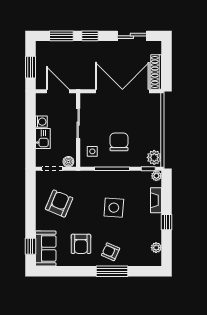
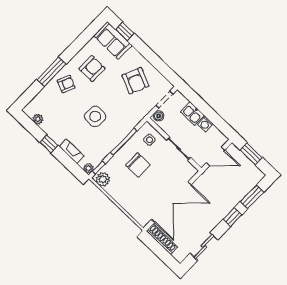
armchair: (81, 244) -> (92, 69), turned 90

